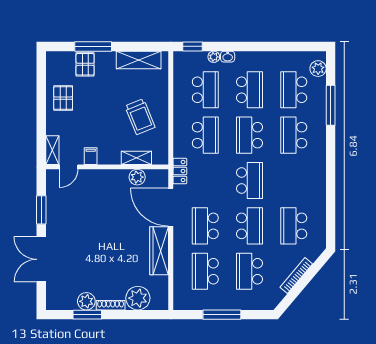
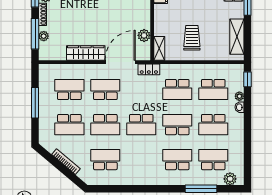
trolley: (140, 117) -> (192, 38), turned 112
shelving: (136, 158) -> (159, 48), moved
school desk: (250, 271) -> (69, 125), turned 180
plant: (138, 298) -> (44, 36), width x0.53, depth x0.53
window: (135, 315) -> (35, 34), added

